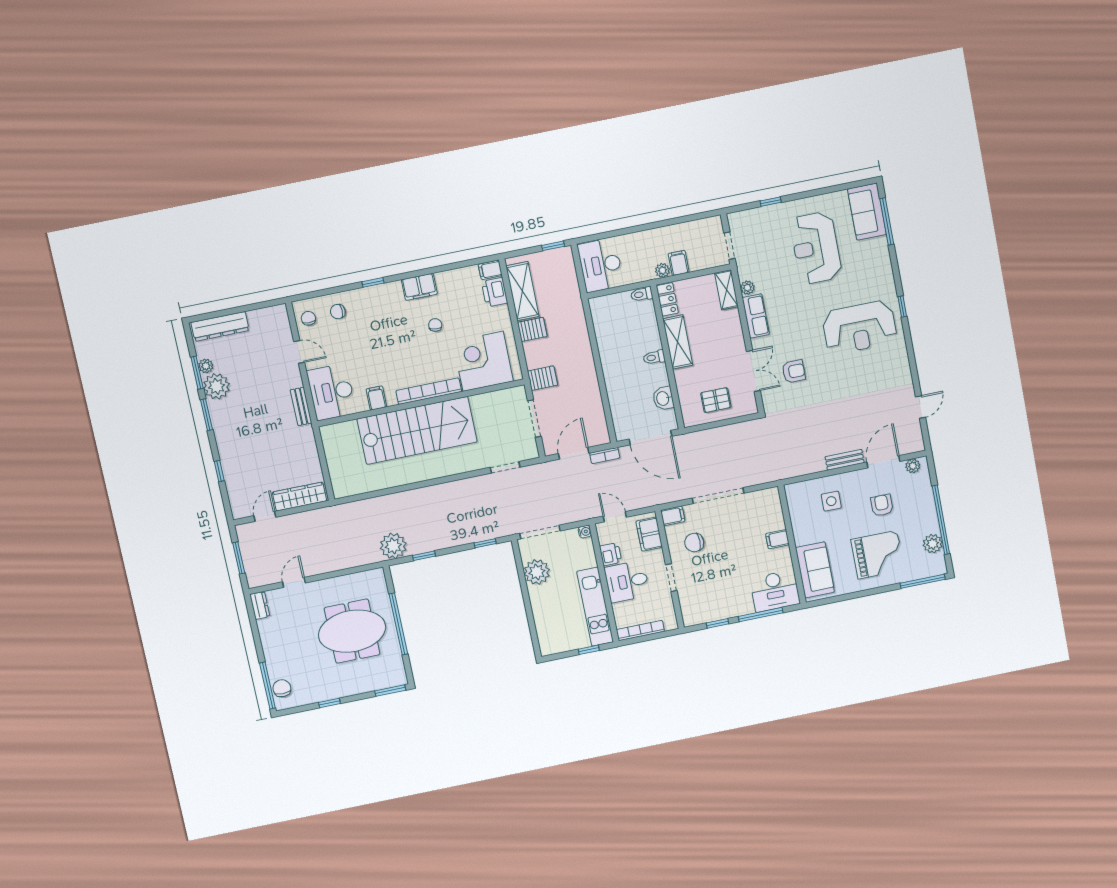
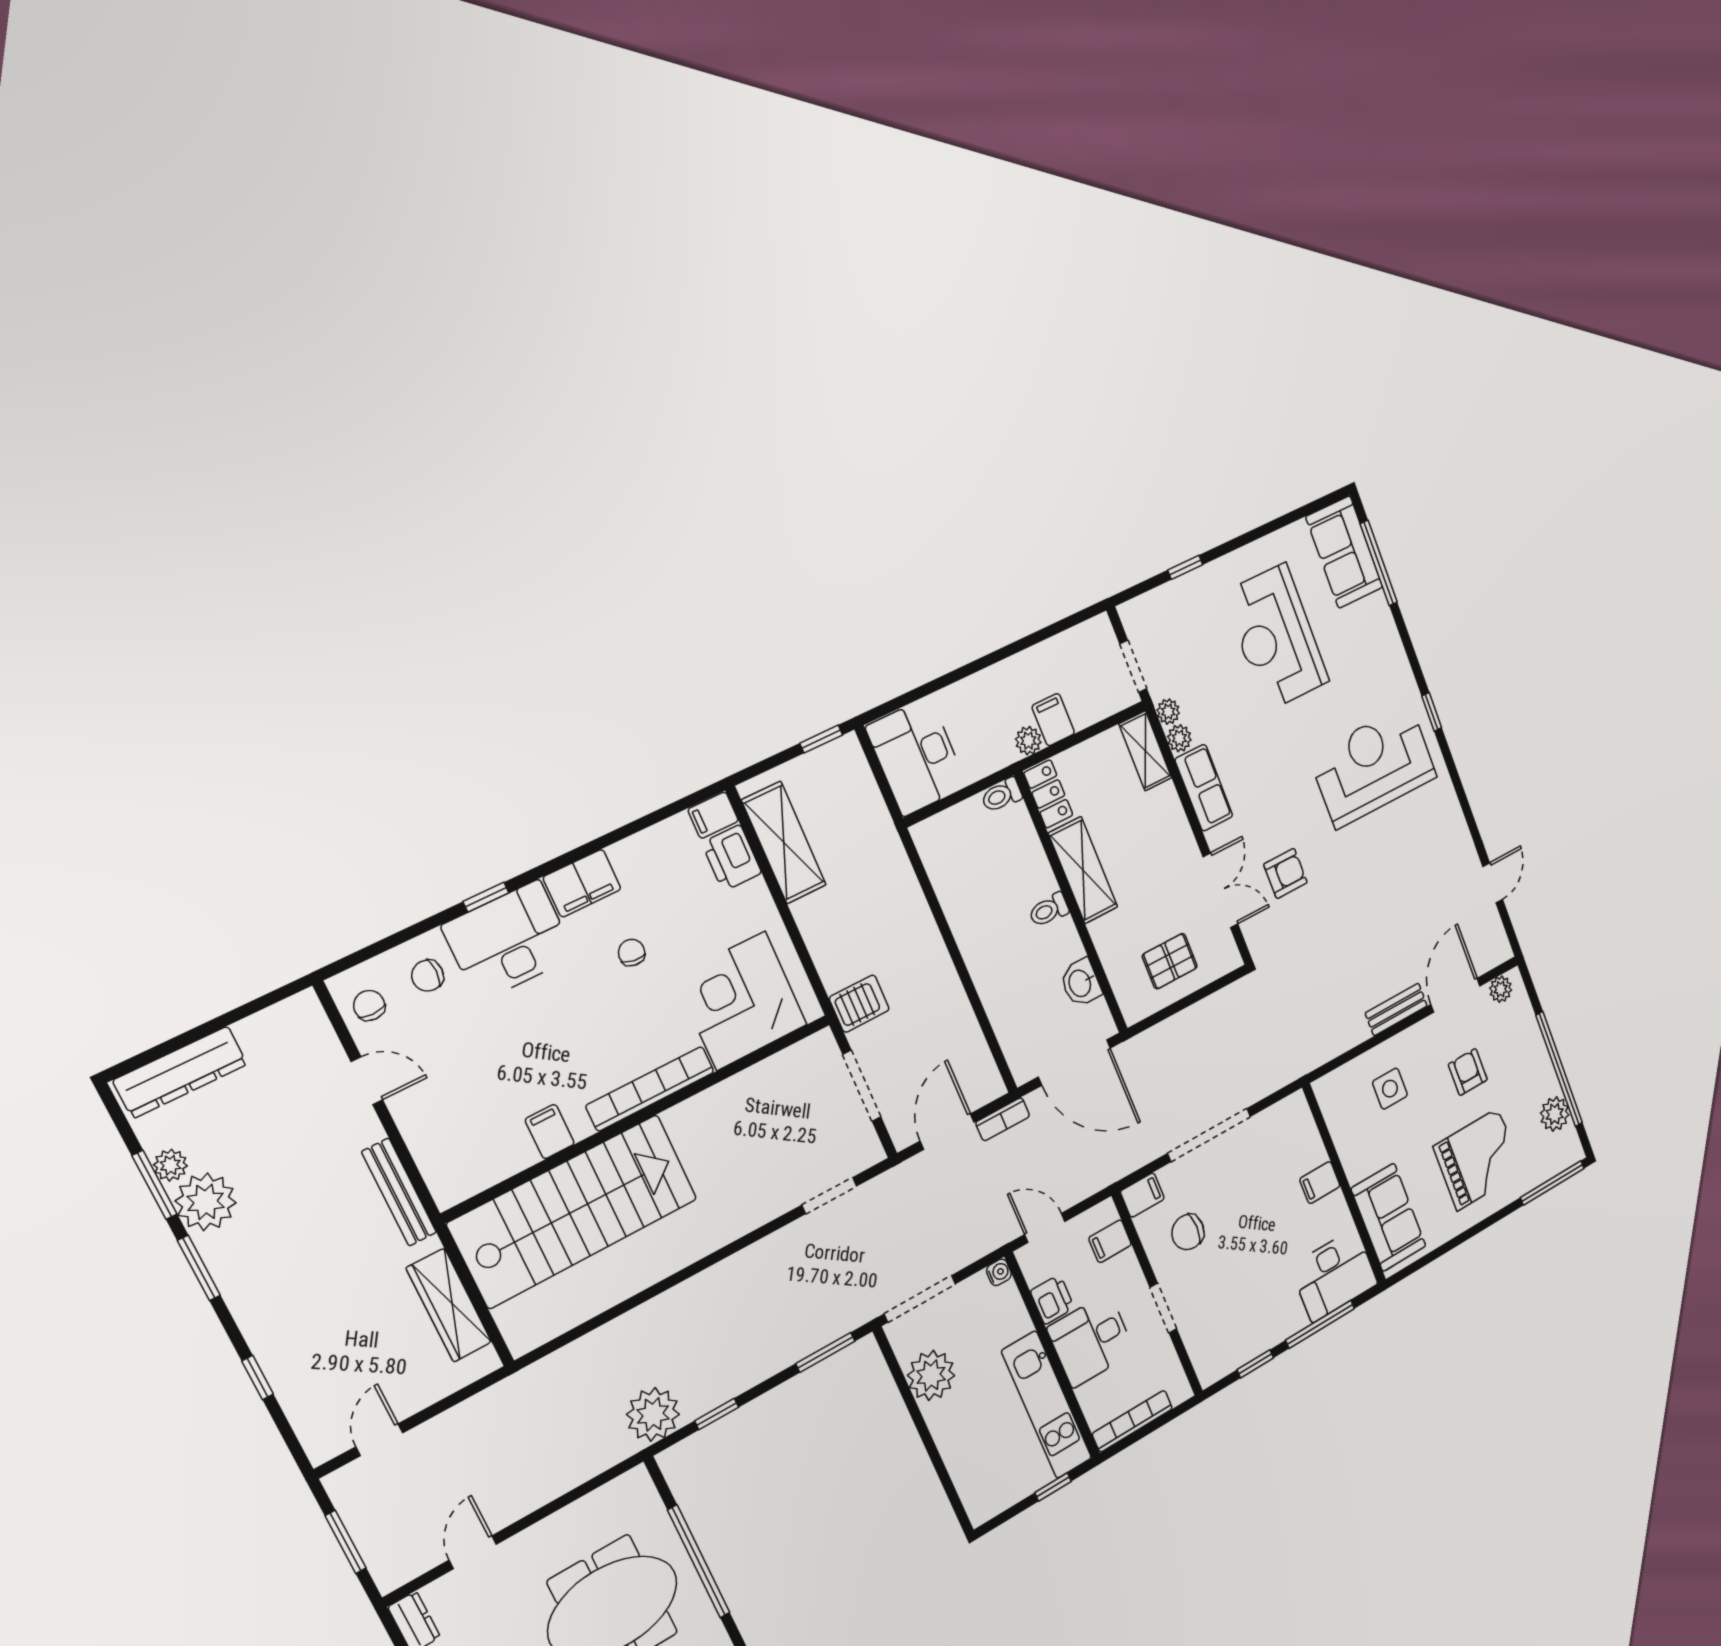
plant: (744, 273) -> (1168, 712), added
reception desk: (859, 327) -> (1373, 766), turned 180
server rack: (532, 329) -> (819, 914), removed
desk: (332, 392) -> (509, 941), moved, turned 90
bench: (301, 406) -> (399, 1192), width x1.36
stairs: (417, 430) -> (574, 1211), moved
wardrobe: (300, 497) -> (449, 1305), moved, turned -90
filing cabinet: (649, 534) -> (1110, 1241), width x0.50
window: (485, 543) -> (825, 1352), width x1.50

